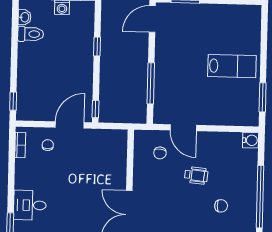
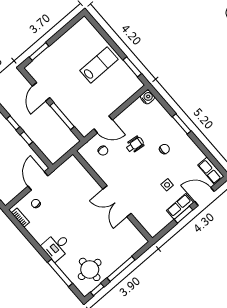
door: (152, 19) -> (41, 92), moved
window: (96, 109) -> (26, 138), moved
window: (260, 197) -> (182, 124), width x0.47

